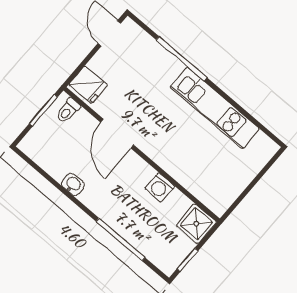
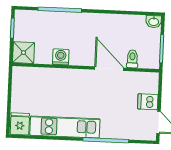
dishwasher: (103, 65) -> (148, 102), added
fridge: (88, 85) -> (20, 124), moved, turned 90
toilet: (68, 111) -> (132, 59), moved
washbasin: (73, 184) -> (154, 21), moved

